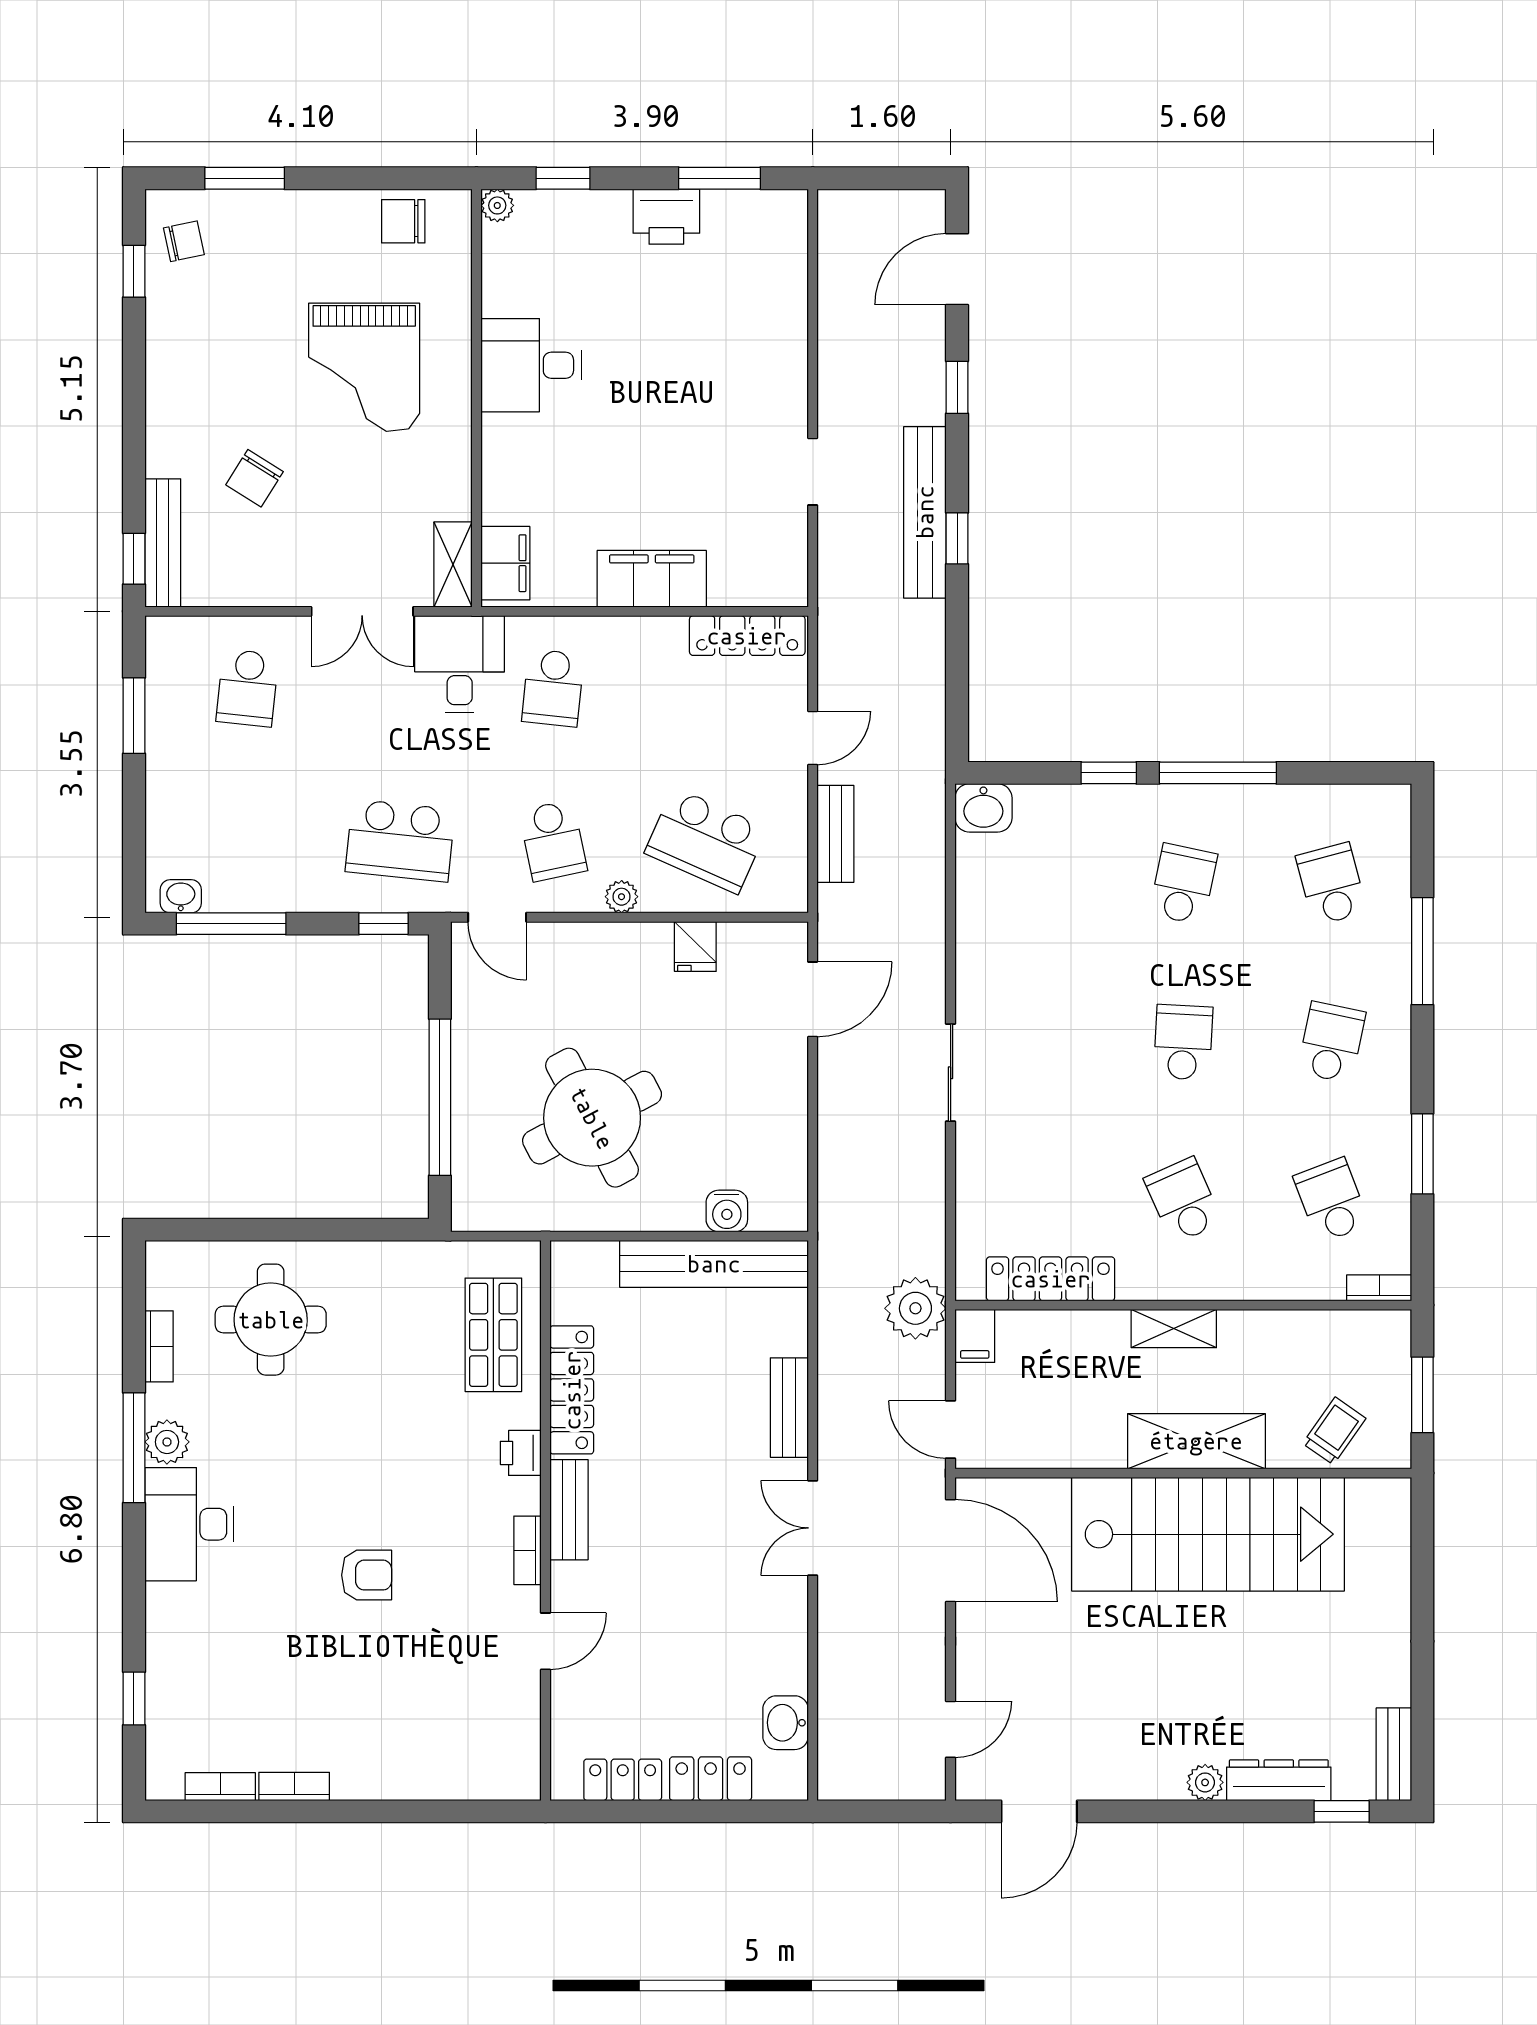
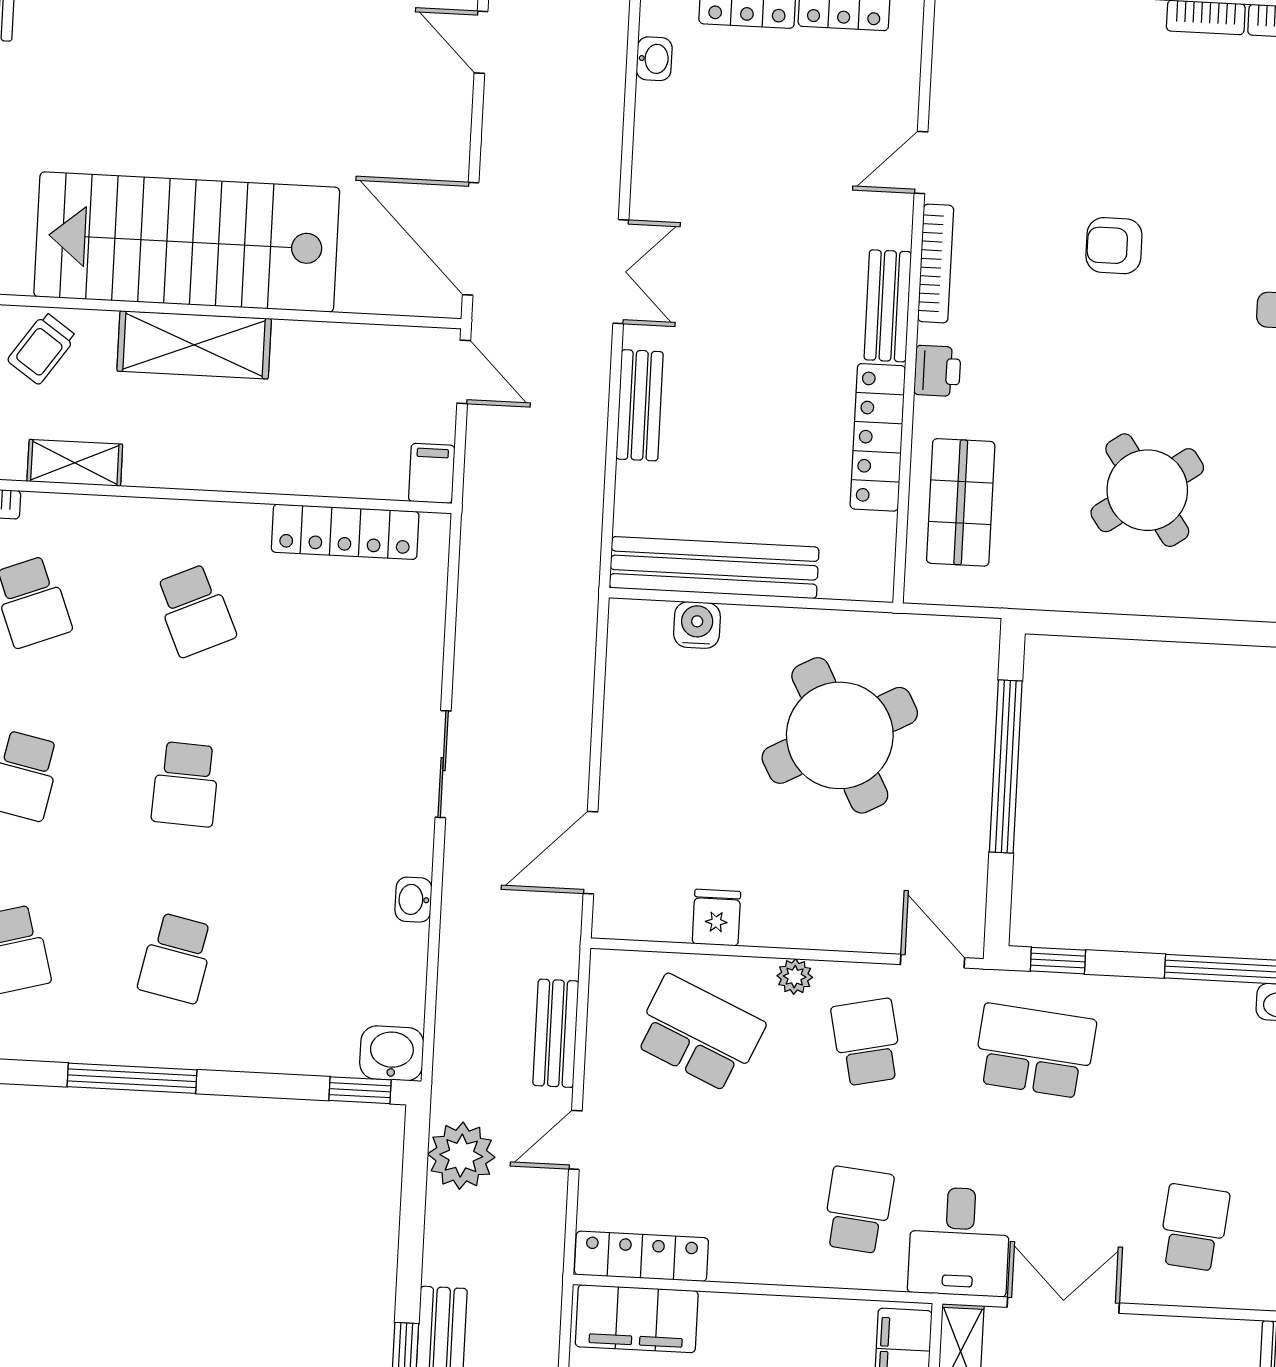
filing cabinet: (652, 579) -> (637, 1319), moved
window: (1109, 773) -> (360, 1090), moved
washbasin: (971, 948) -> (413, 900), added
plant: (915, 1308) -> (461, 1156), moved
round table: (271, 1320) -> (1147, 490), moved, turned -35
shelving: (1174, 1329) -> (75, 463), moved
bookcase: (528, 1550) -> (936, 263), width x1.56
washbasin: (786, 1723) -> (654, 59), width x0.72, depth x0.69
door: (951, 1729) -> (481, 42), hinge flipped

